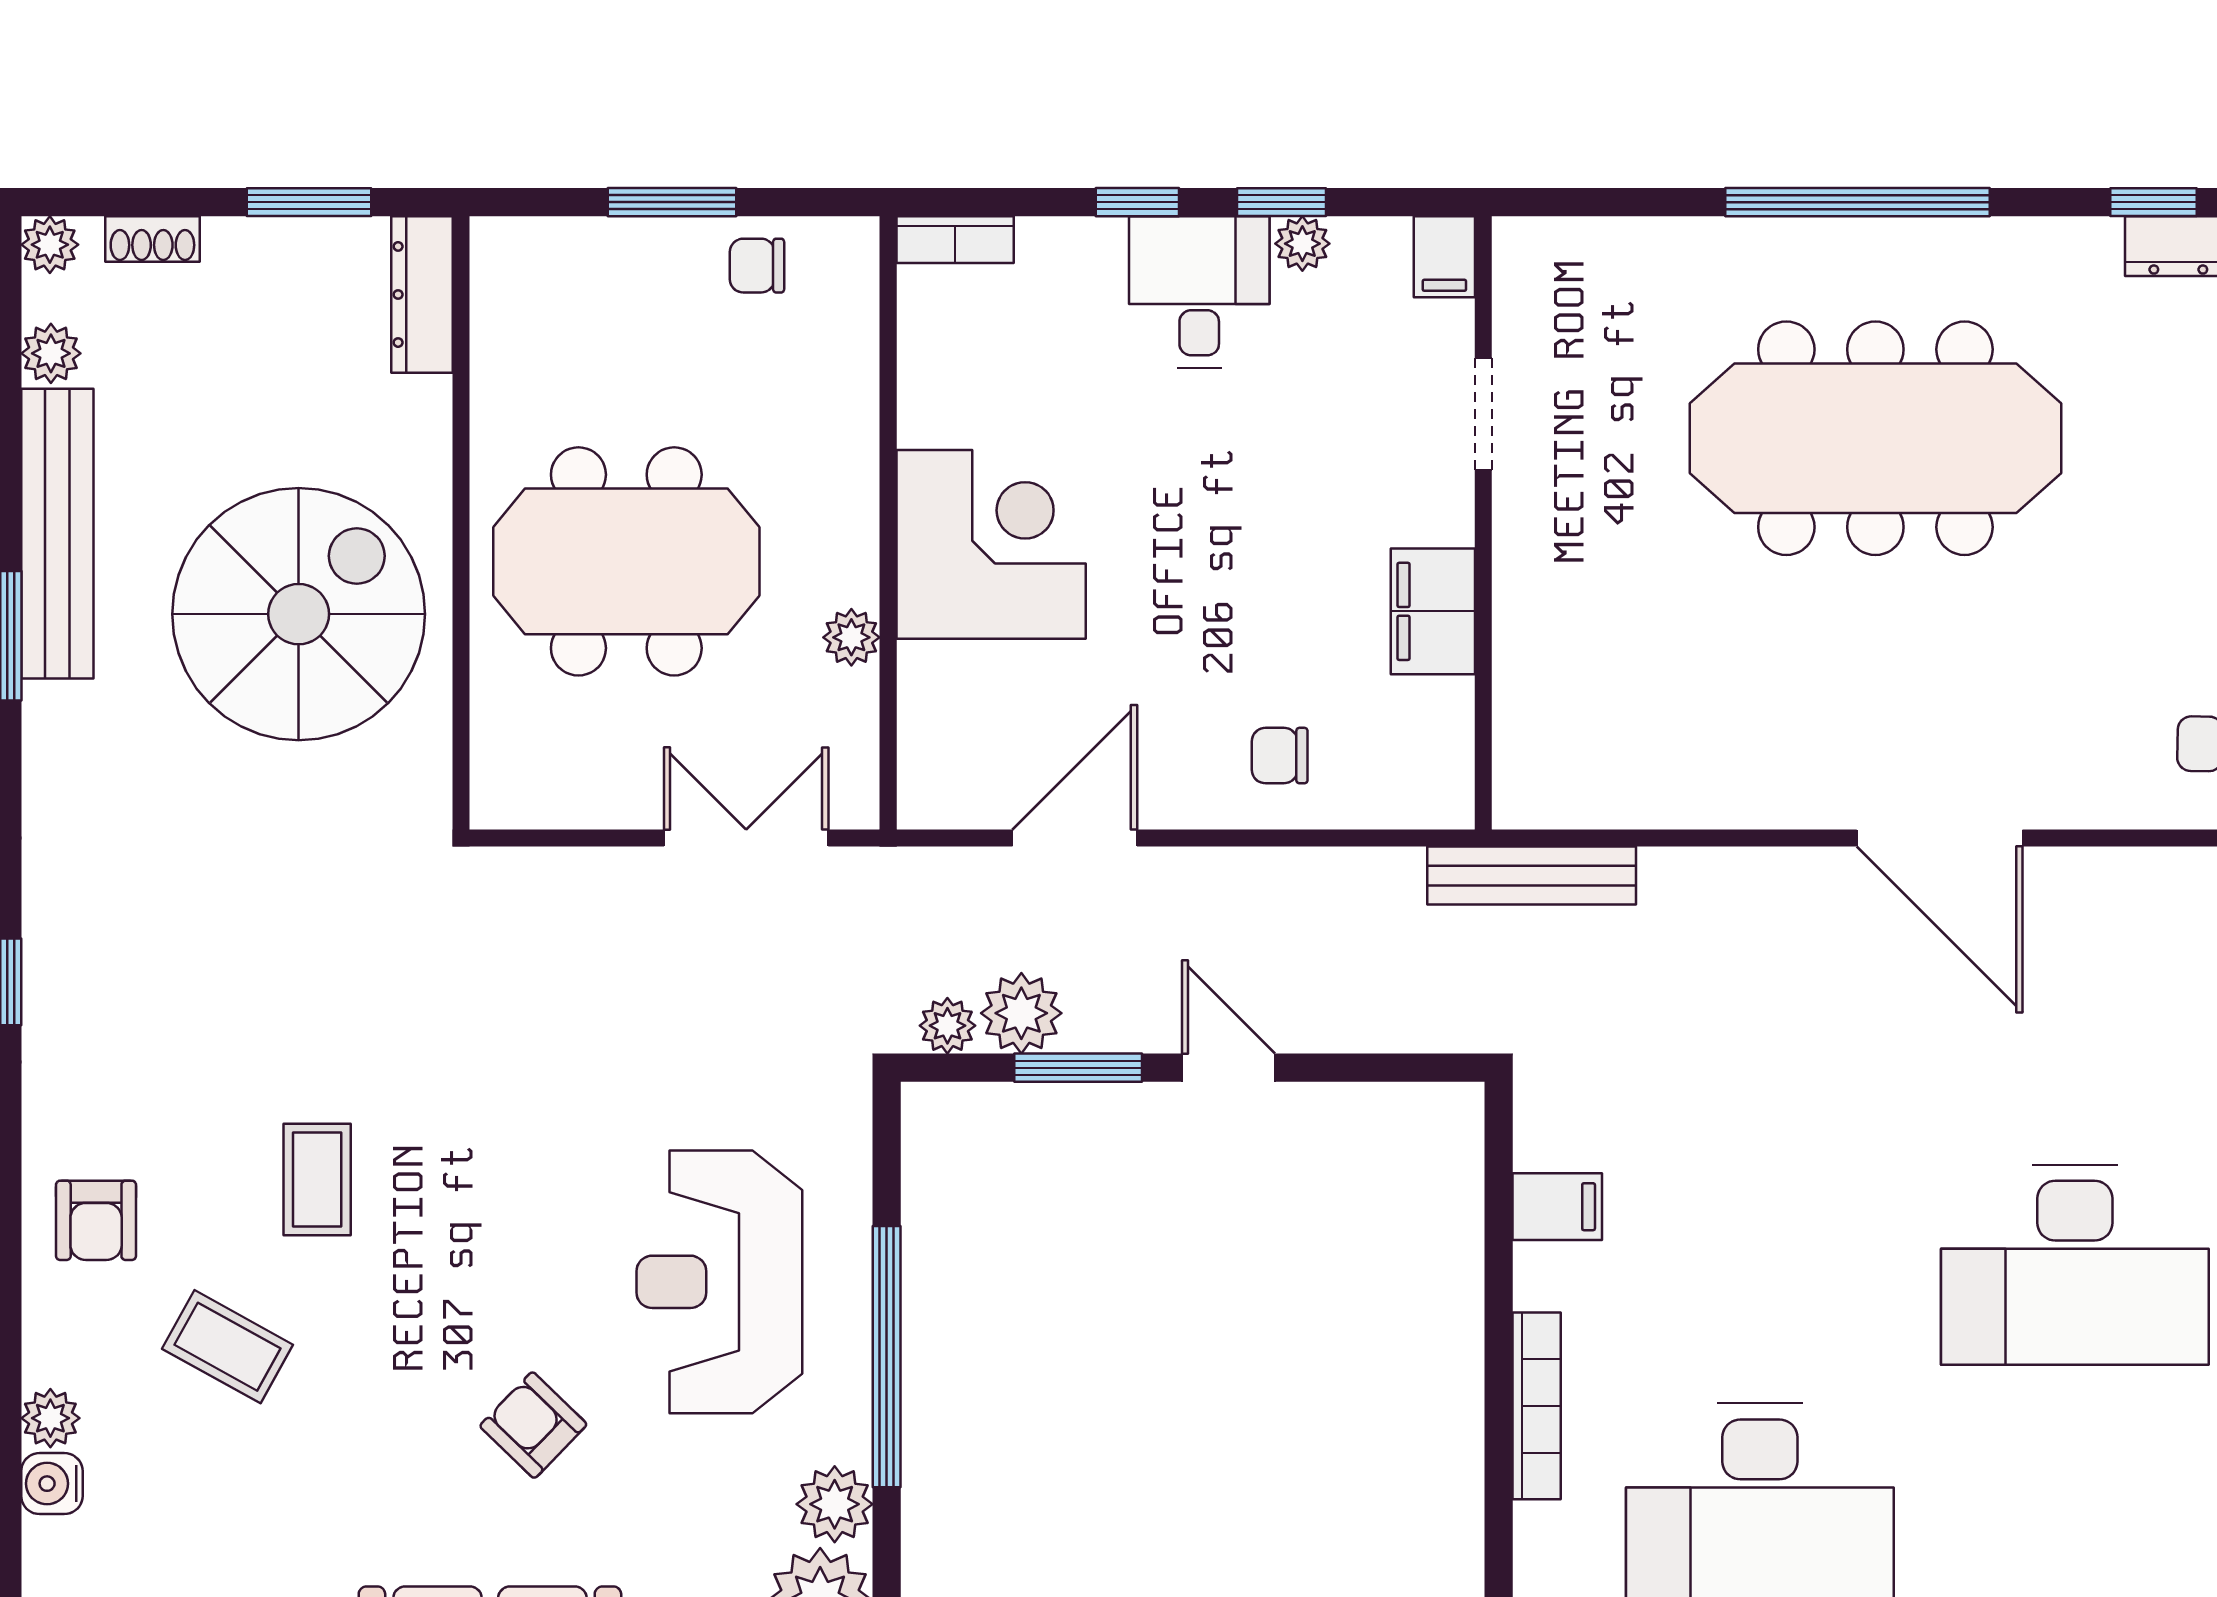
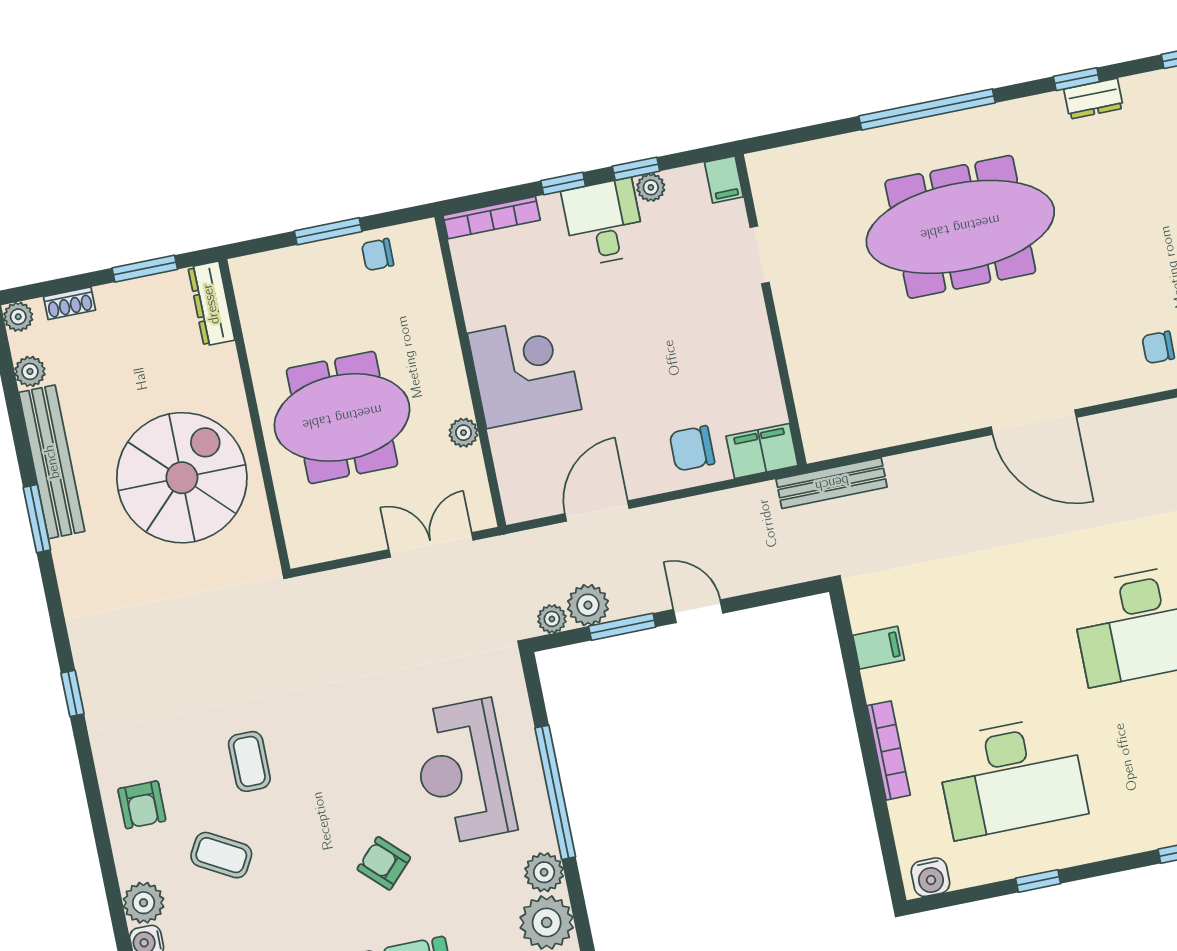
bookcase: (955, 240) -> (492, 218), width x1.56
filing cabinet: (1433, 611) -> (762, 451), moved, turned 90
chair: (1280, 756) -> (692, 448), width x1.37, depth x1.37
plant: (50, 1418) -> (144, 903), width x1.38, depth x1.38

